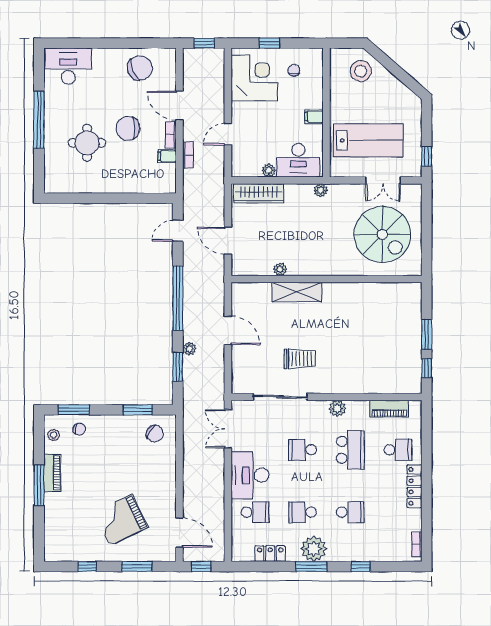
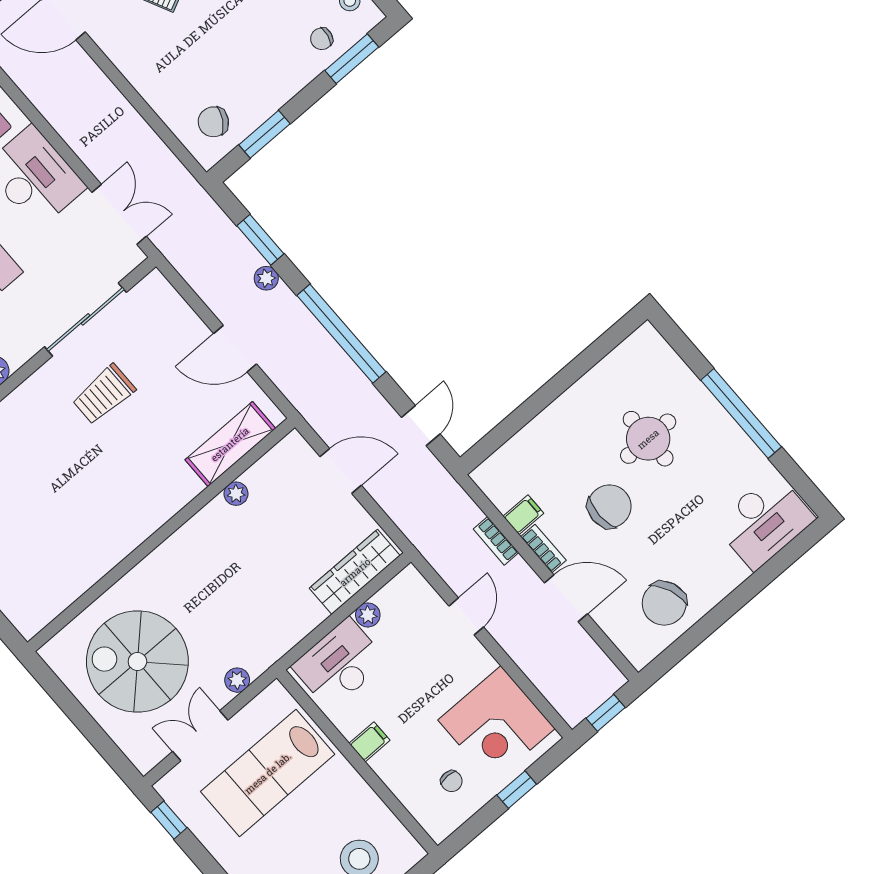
plant: (321, 190) -> (237, 680), moved
shelving: (297, 292) -> (230, 444), moved

